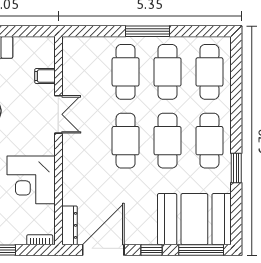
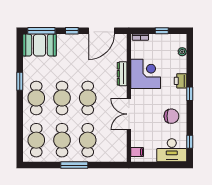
filing cabinet: (45, 76) -> (137, 152), moved
double door: (58, 114) -> (129, 114), width x1.37
booth: (194, 219) -> (40, 45), width x0.73, depth x0.70
dresser: (70, 225) -> (122, 74), moved

